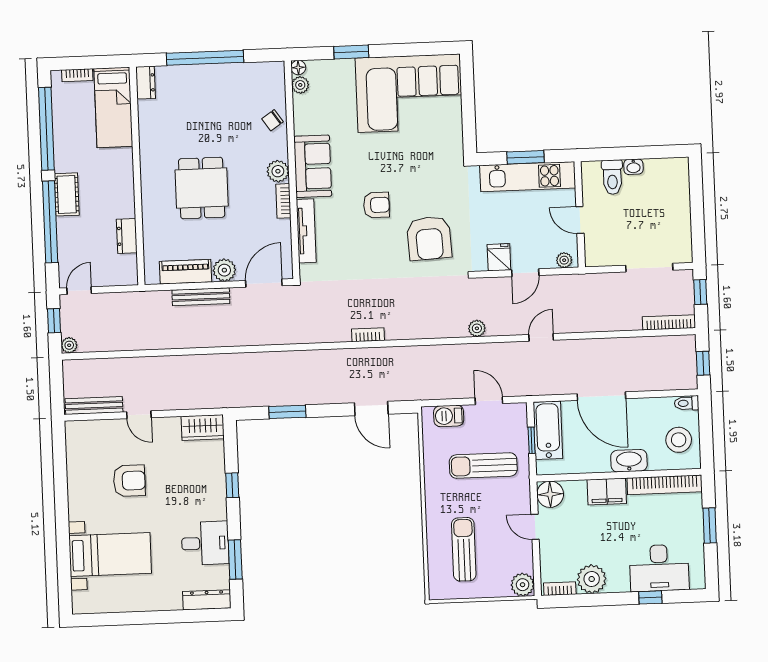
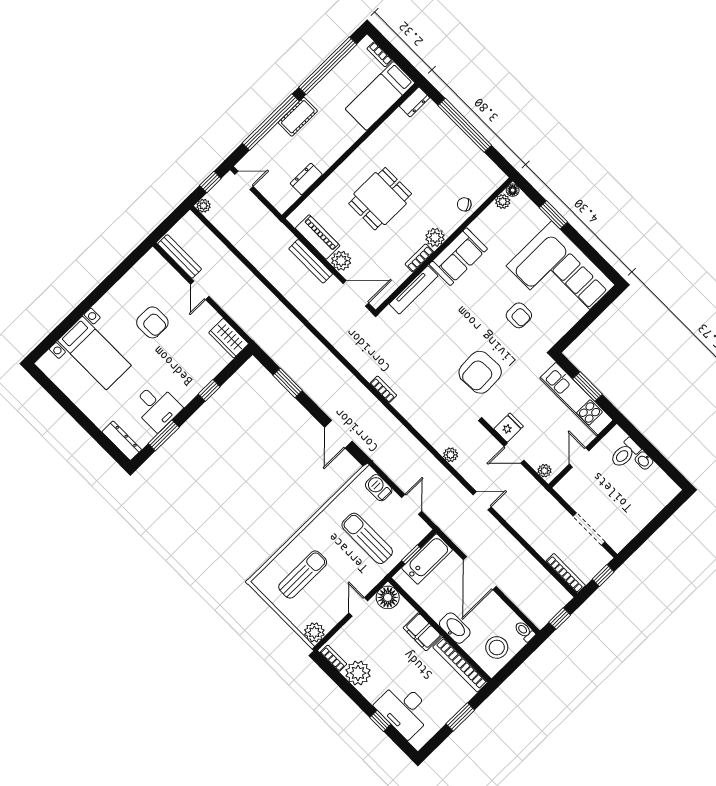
armchair: (376, 205) -> (519, 315), moved

